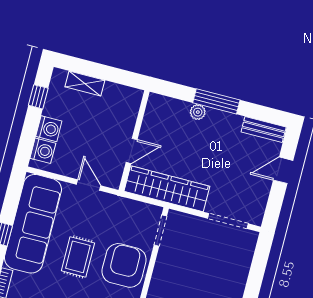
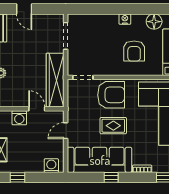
washing machine: (49, 129) -> (19, 118), moved, turned 180
armchair: (124, 265) -> (111, 95), turned 180

